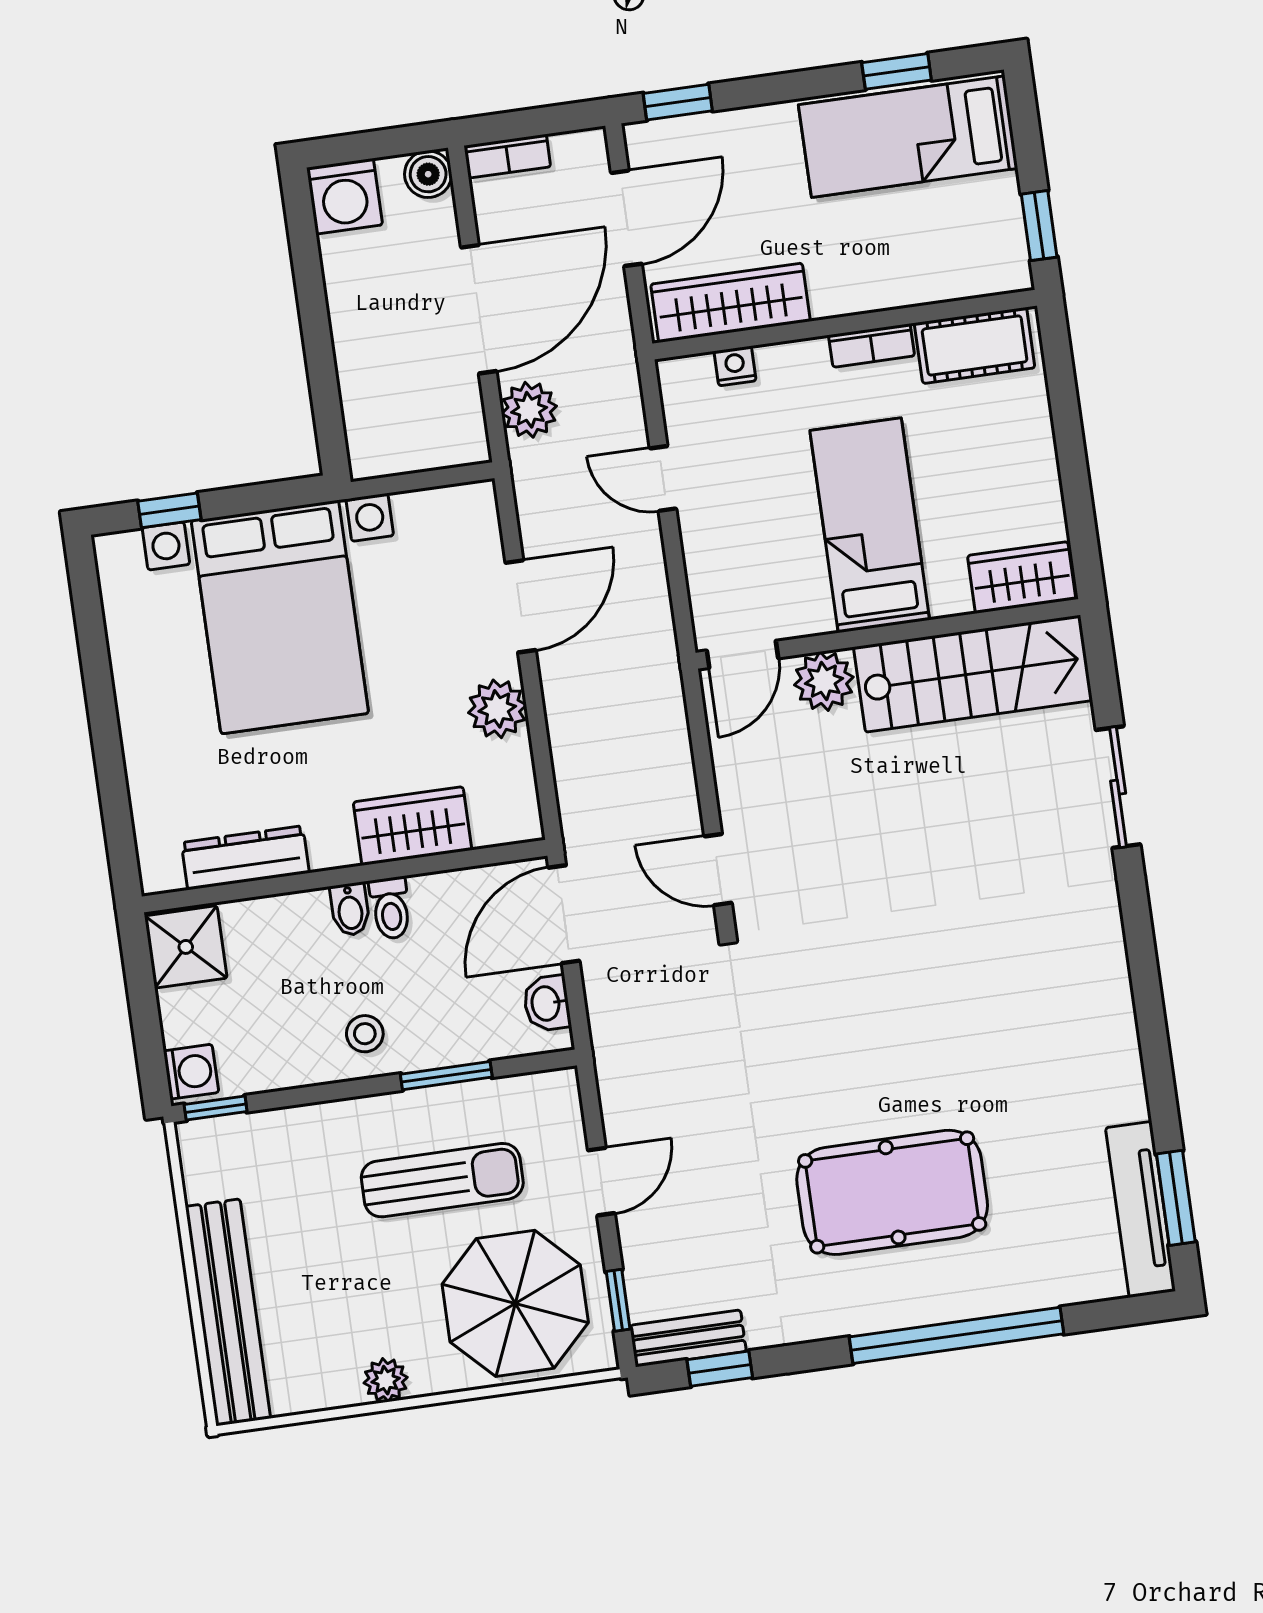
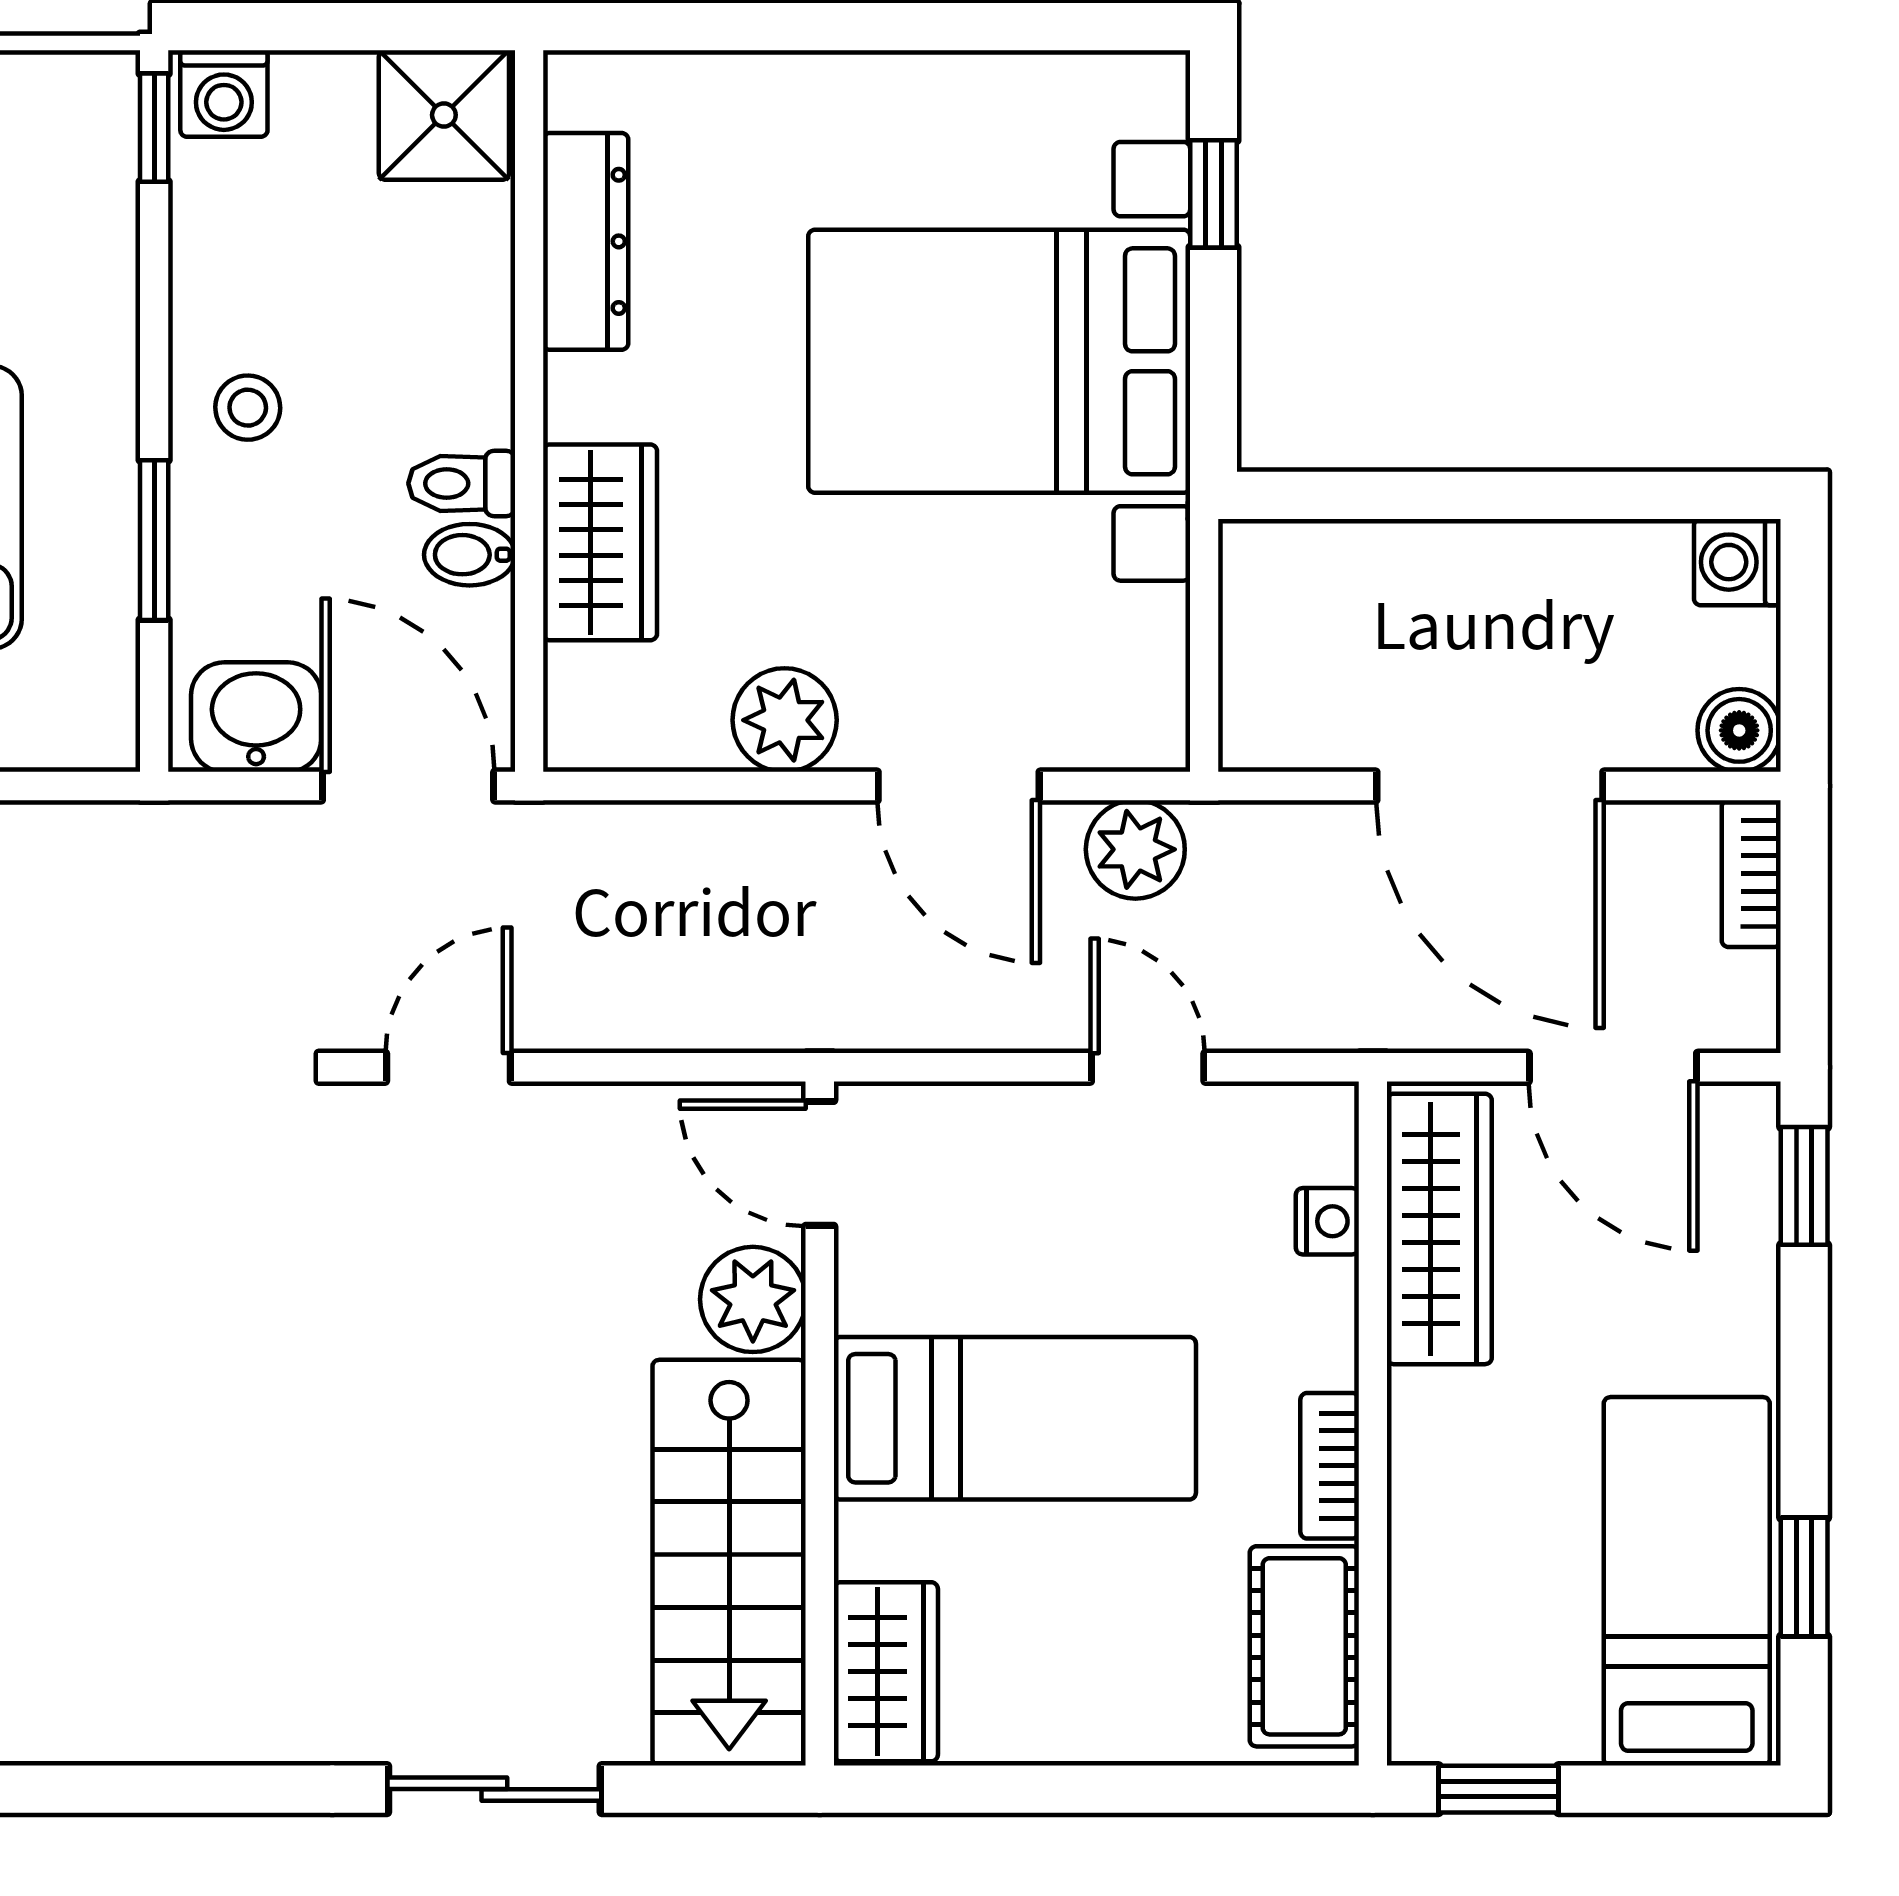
washing machine: (345, 196) -> (1737, 562), width x0.73, depth x0.73
plant: (529, 410) -> (1135, 849), moved
door: (663, 479) -> (1148, 1067), hinge flipped
bidet: (350, 909) -> (470, 555), moved
washbasin: (547, 1003) -> (256, 717), width x1.38, depth x1.45

